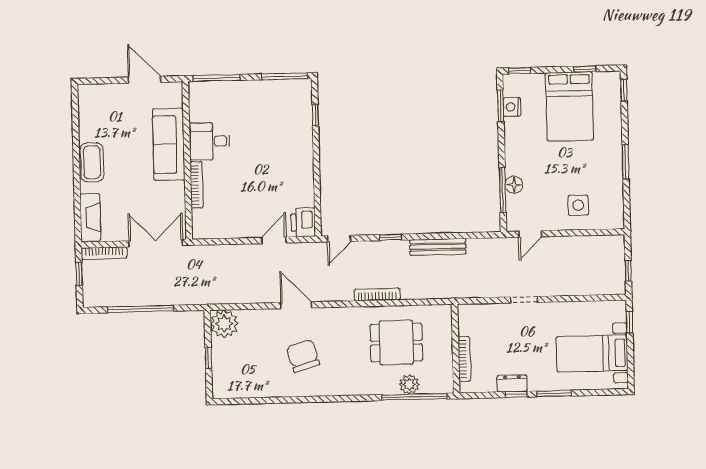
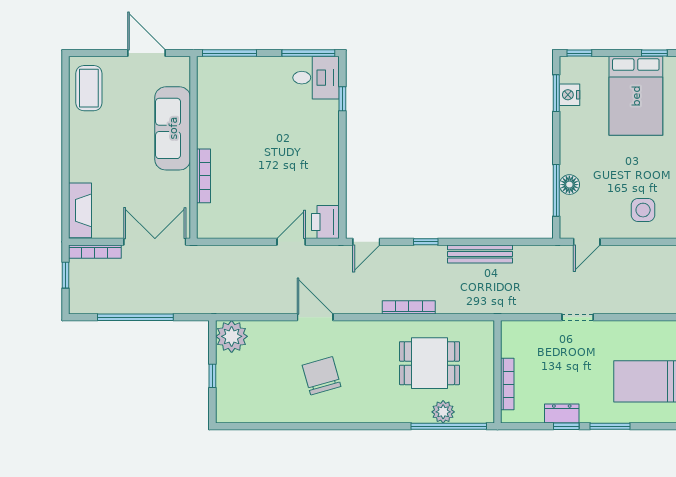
desk: (210, 141) -> (316, 78), moved, turned 180
coffee table: (92, 162) -> (89, 88), moved

